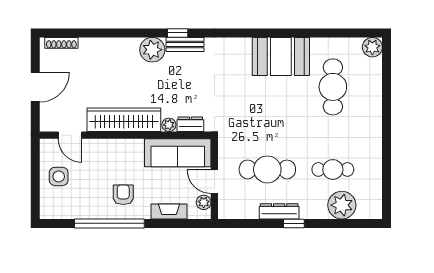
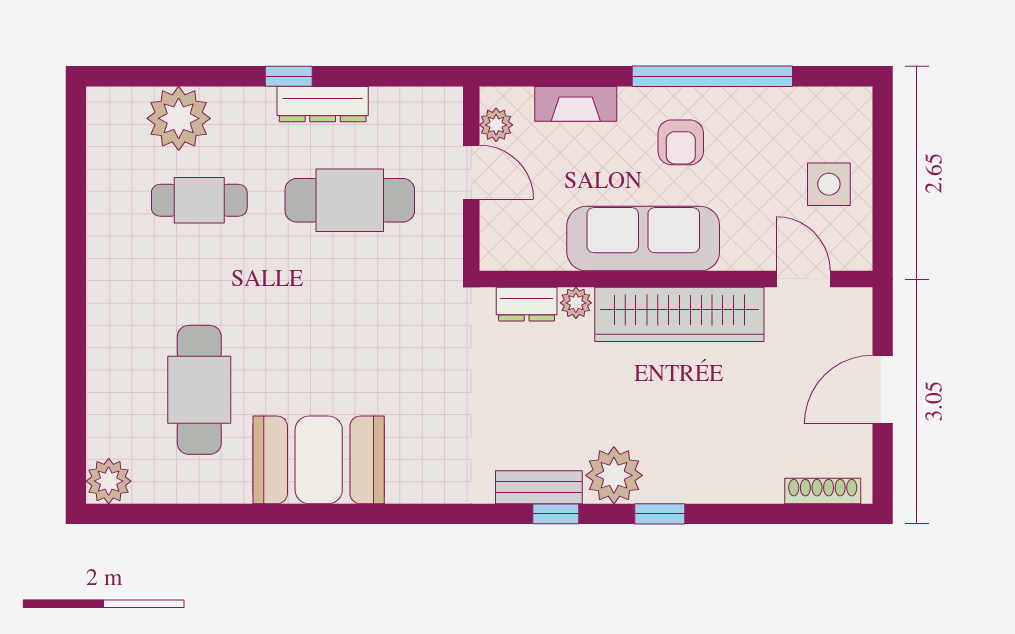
window: (132, 33) -> (660, 514), added
sofa: (178, 153) -> (643, 239), moved

